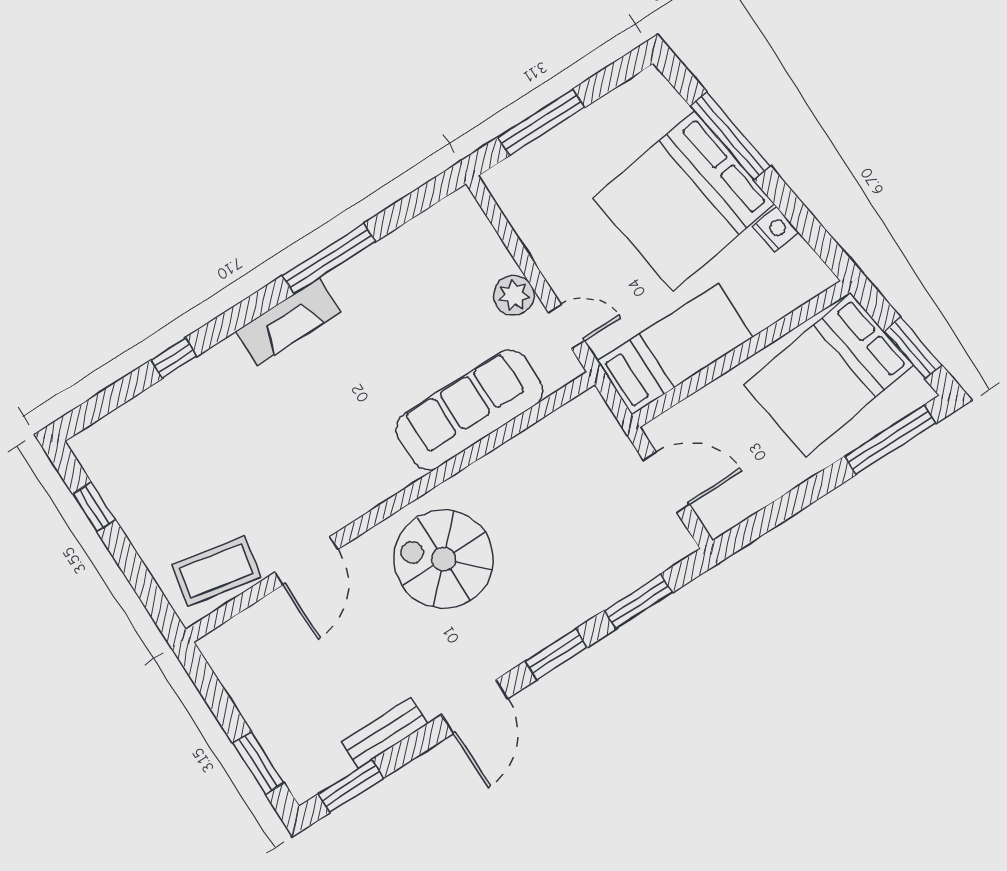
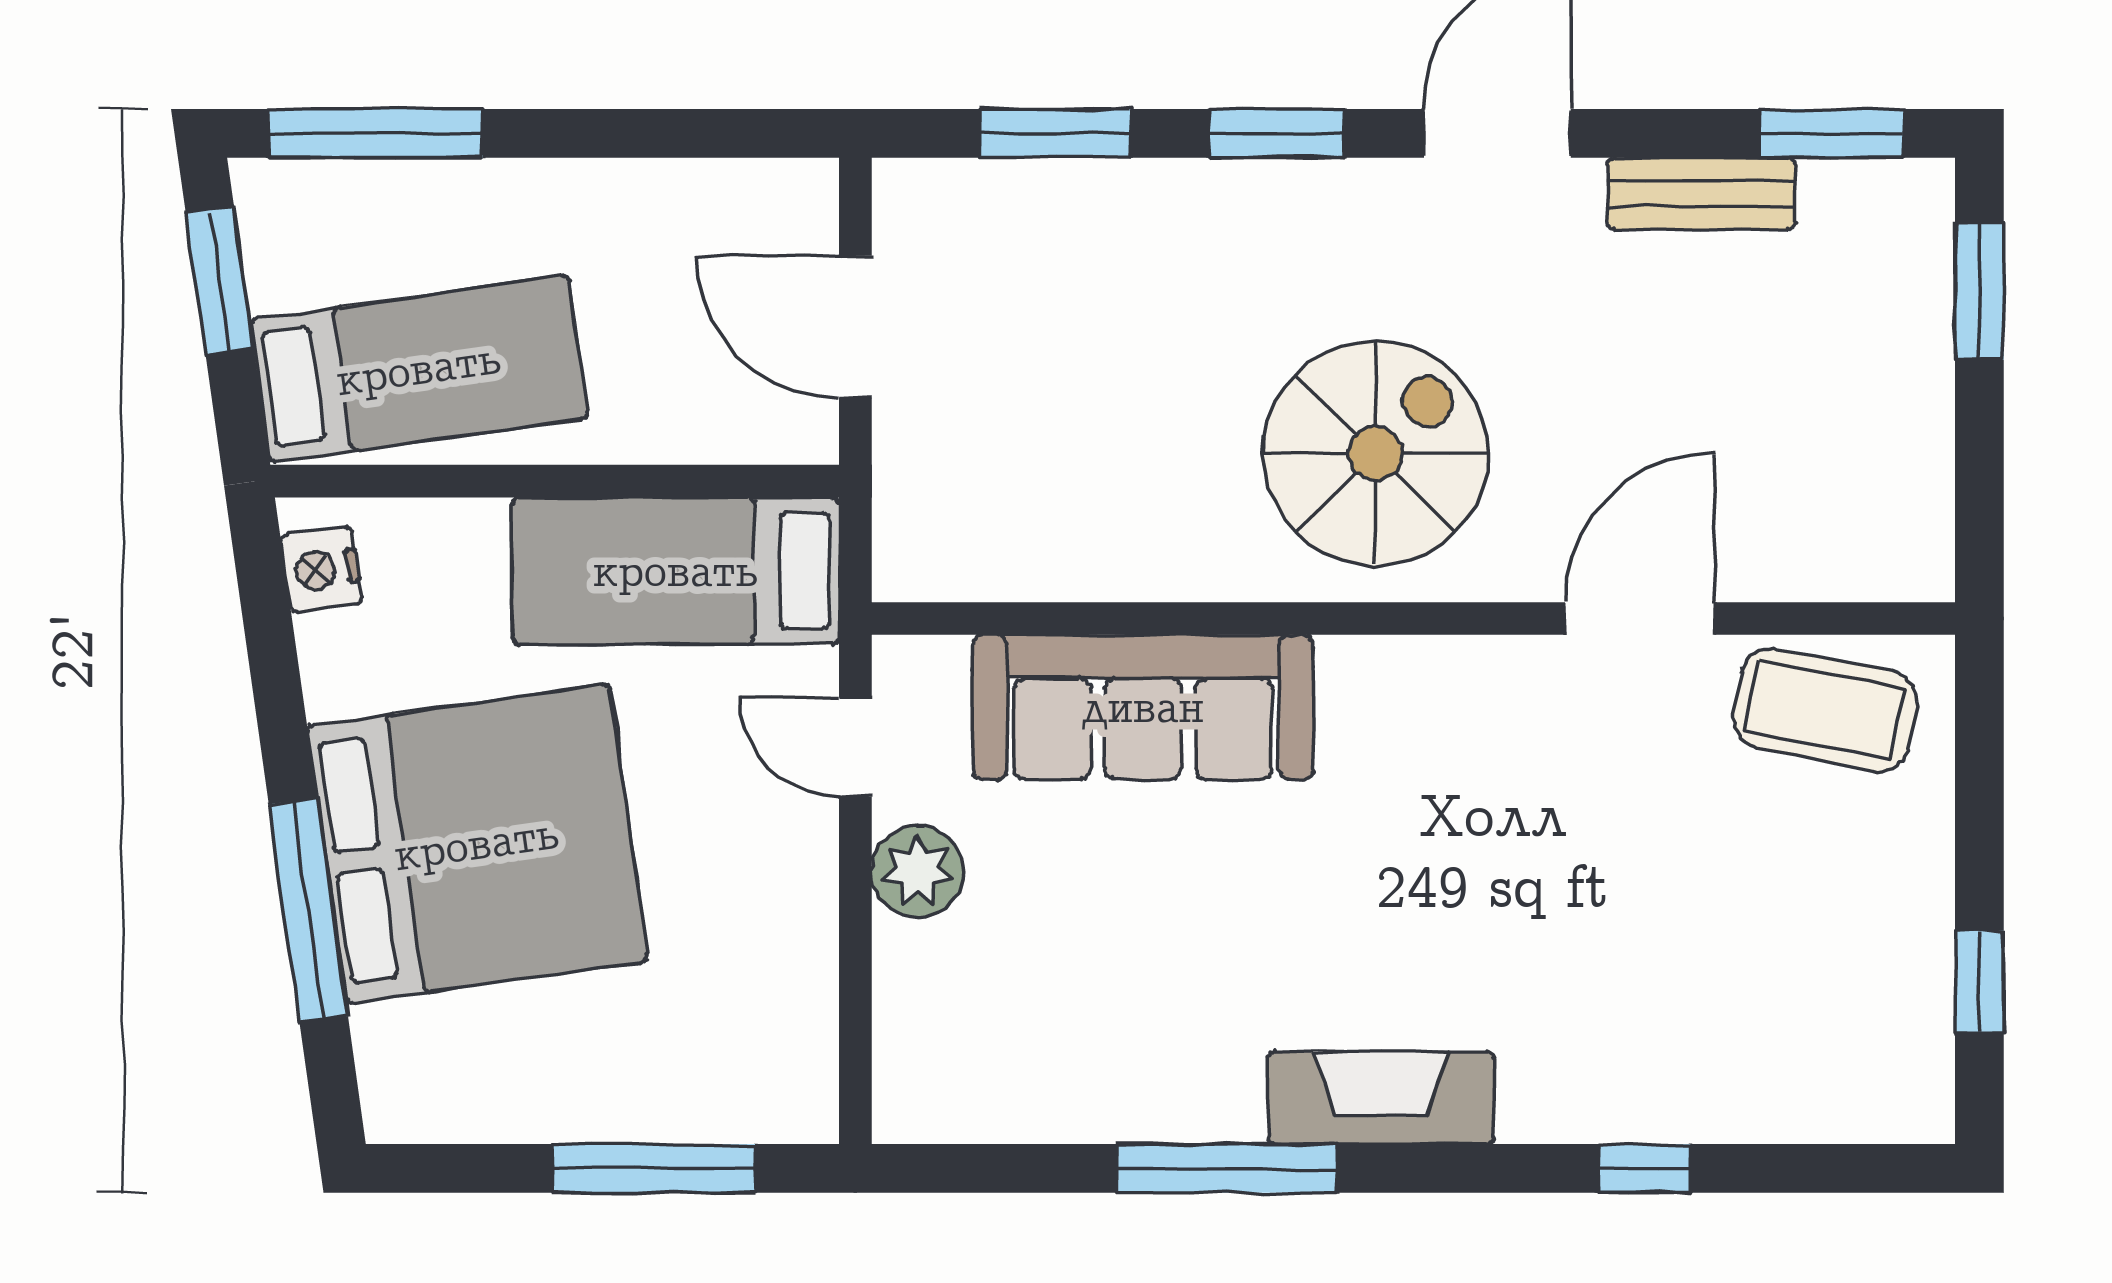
nightstand: (776, 229) -> (321, 570), moved
bed: (828, 375) -> (419, 369), width x0.67
spiral stairs: (444, 559) -> (1375, 453), turned -90

